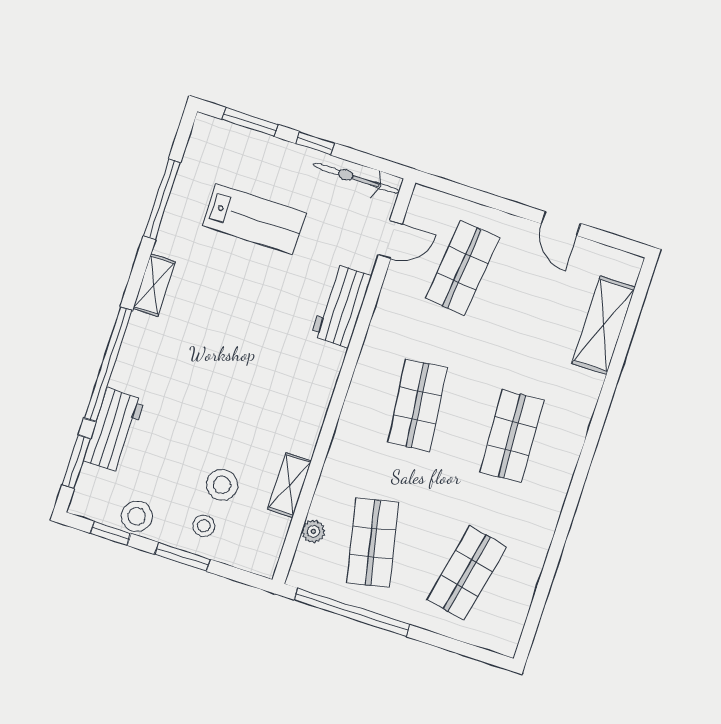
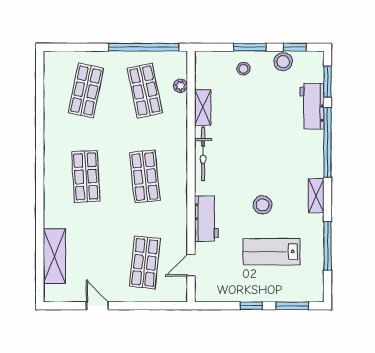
bicycle: (356, 178) -> (203, 154), moved, turned 90
stool: (222, 485) -> (263, 205), moved

